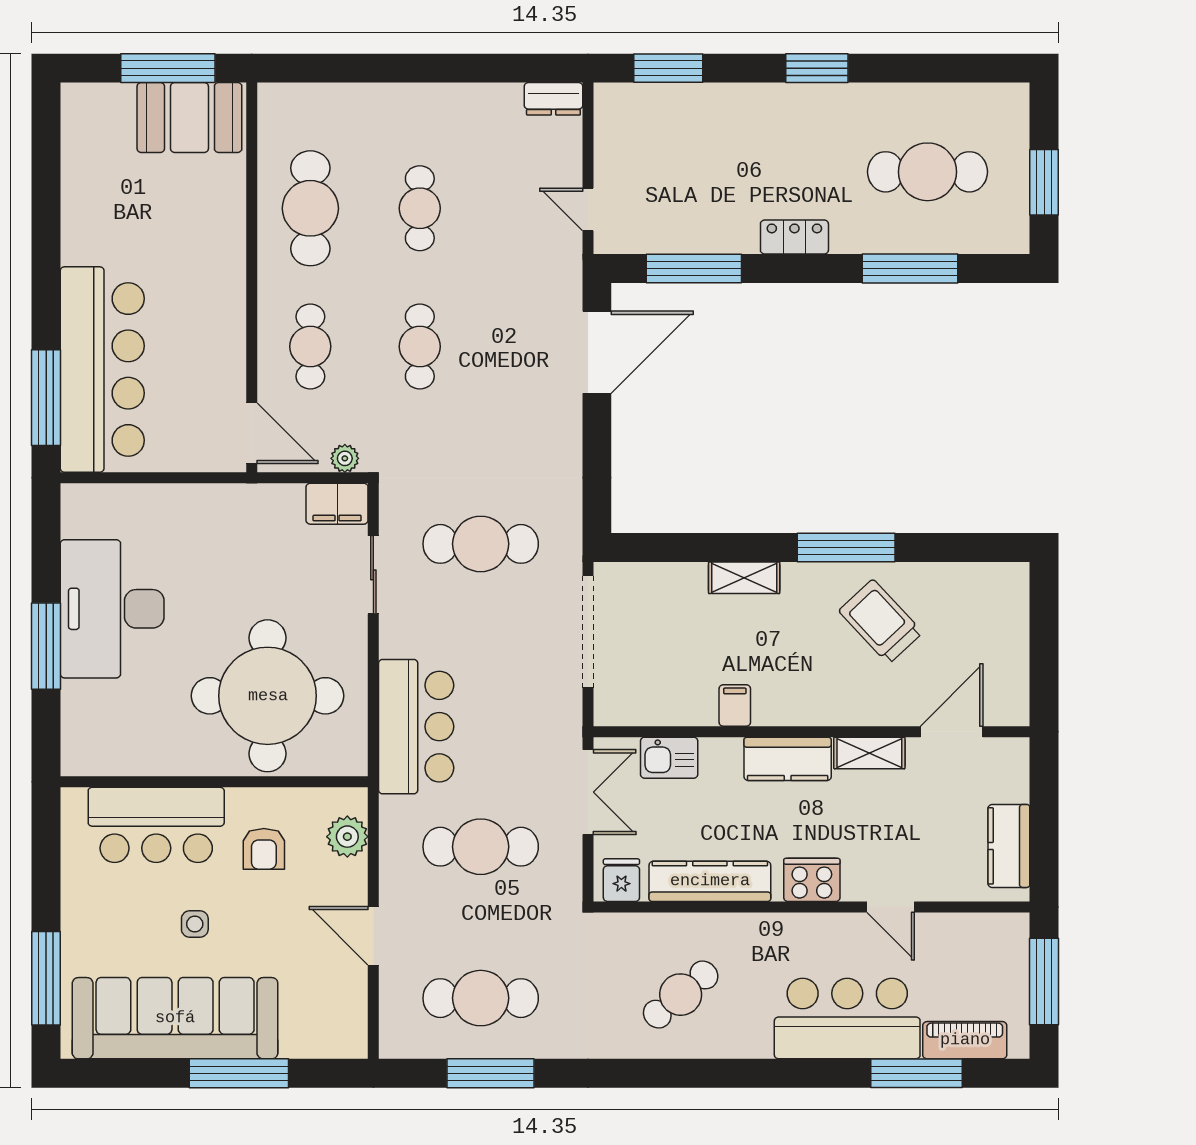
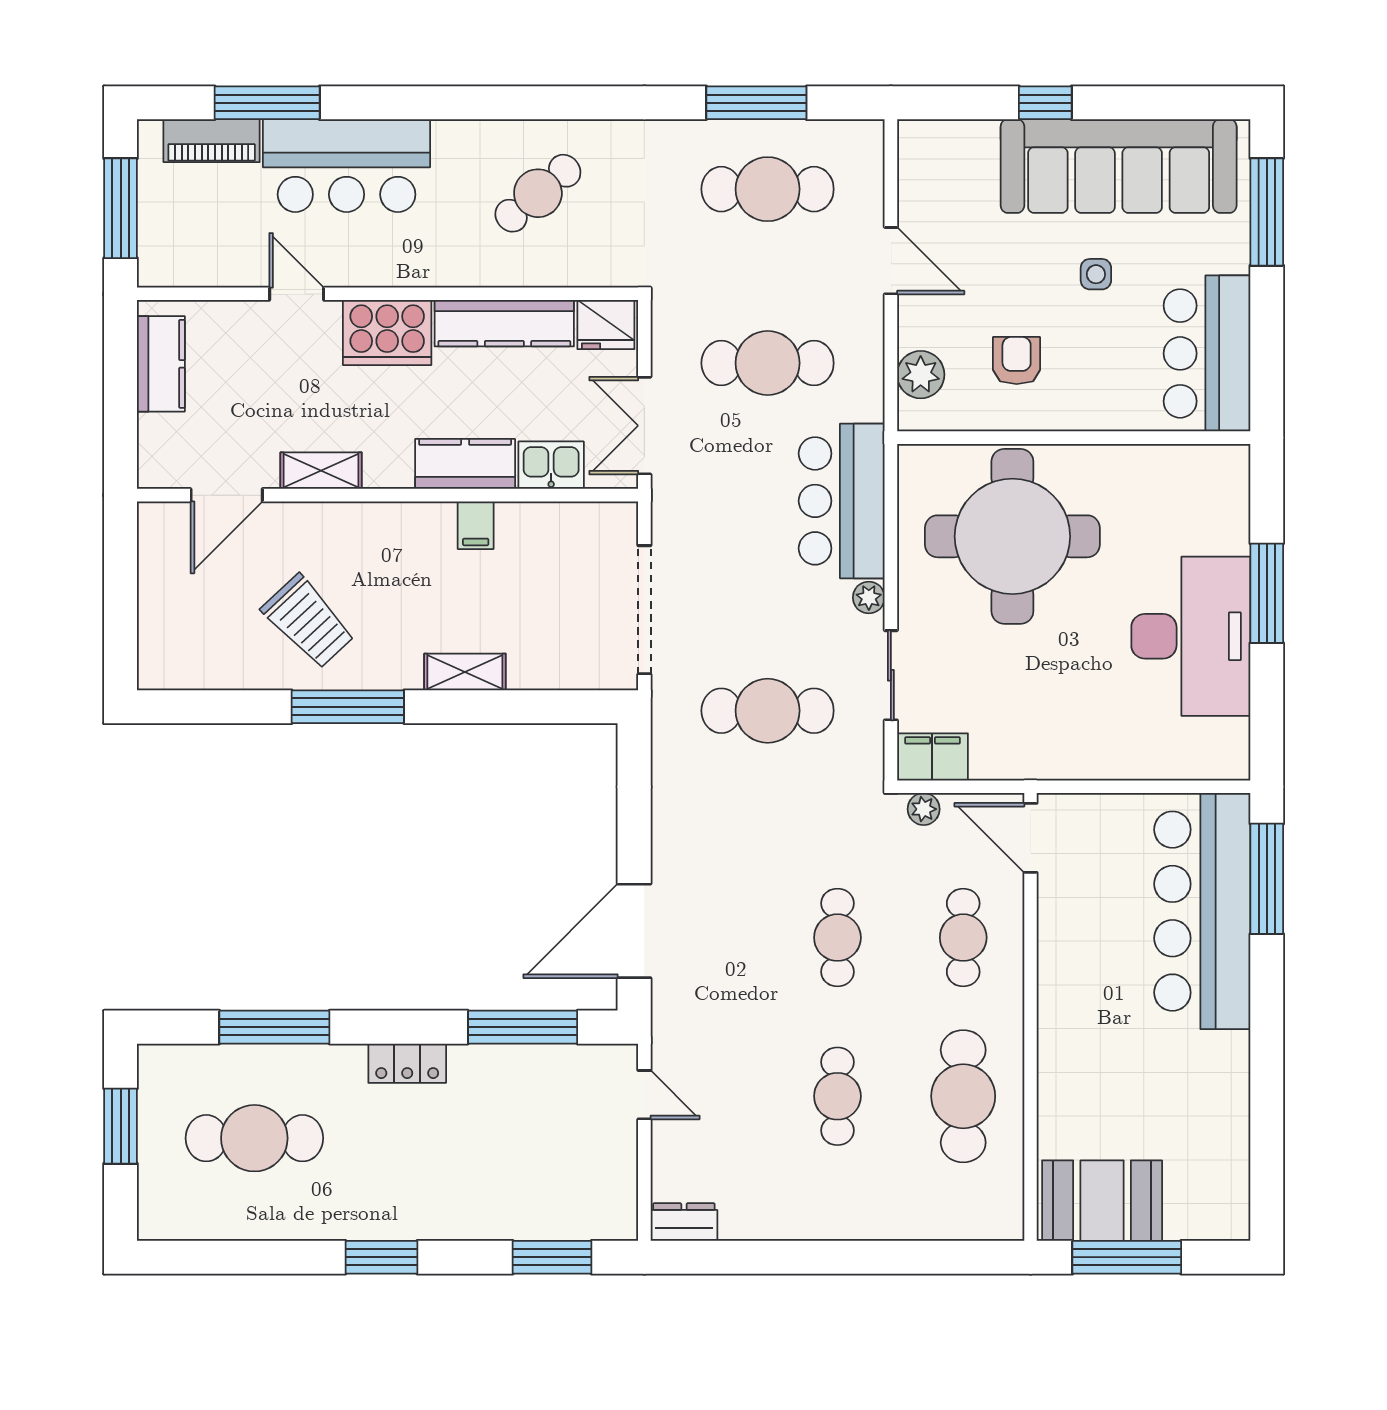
plant: (393, 643) -> (869, 598), added
kitchen counter: (788, 759) -> (465, 464), moved
bar counter: (156, 825) -> (1207, 353), moved, turned -90
fridge: (621, 880) -> (606, 325), width x1.38
cooker: (812, 880) -> (387, 333), width x1.37, depth x1.31
window: (239, 1073) -> (1045, 103), width x0.46

